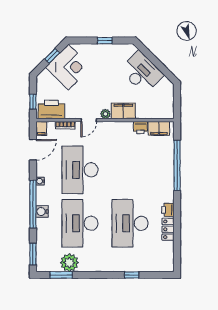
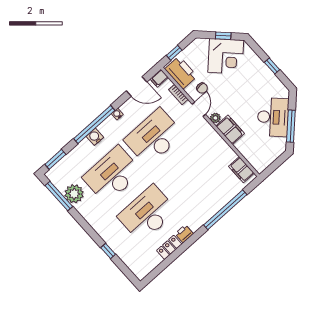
window: (159, 65) -> (291, 126), added
chair: (76, 104) -> (202, 88), added
door: (89, 120) -> (199, 109), swing flipped
printer: (140, 128) -> (229, 155), removed
window: (61, 275) -> (59, 196), width x1.44

